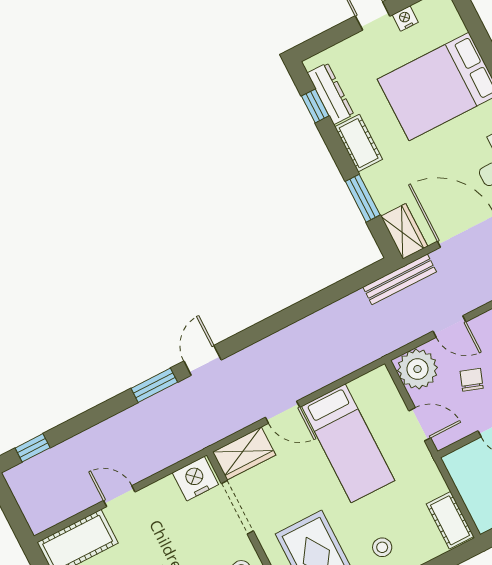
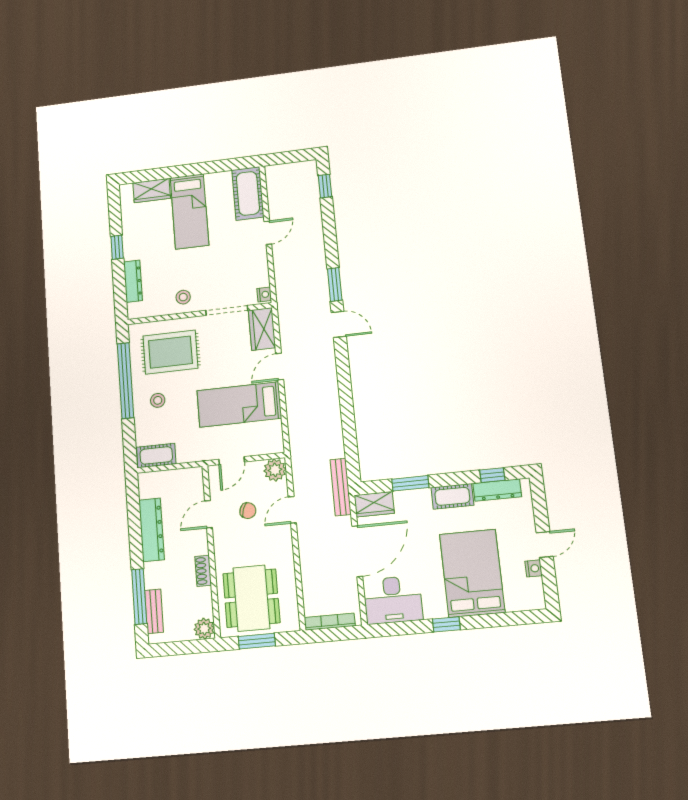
plant: (418, 369) -> (275, 470), width x0.73, depth x0.73
nightstand: (195, 479) -> (264, 294), width x0.53, depth x0.56

